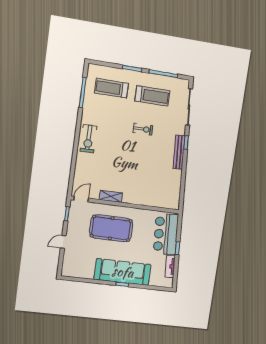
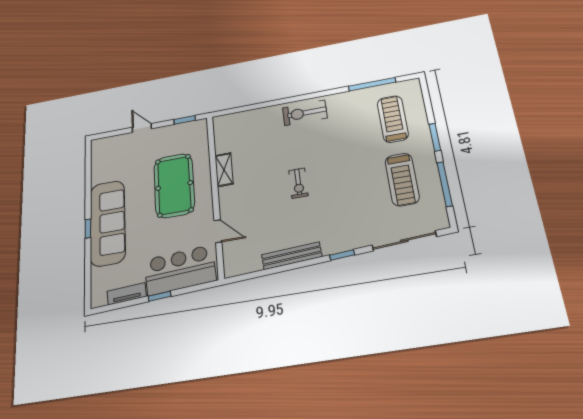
exercise bike: (143, 129) -> (298, 183), moved
bench: (179, 152) -> (292, 256), moved
door: (81, 199) -> (218, 231), moved

